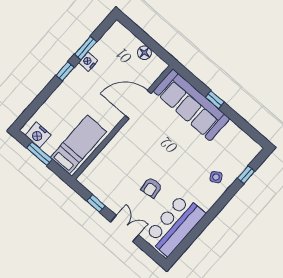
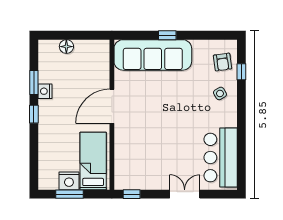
floor lamp: (144, 53) -> (66, 47), moved
door: (138, 104) -> (112, 106), moved
nightstand: (38, 135) -> (69, 181), moved
armchair: (151, 188) -> (223, 62), moved
window: (96, 203) -> (132, 194), moved

